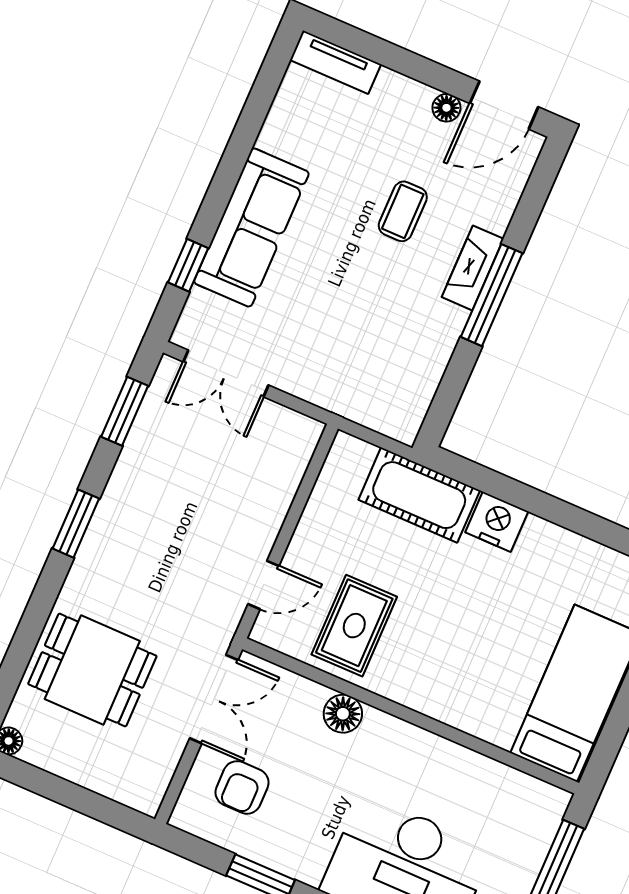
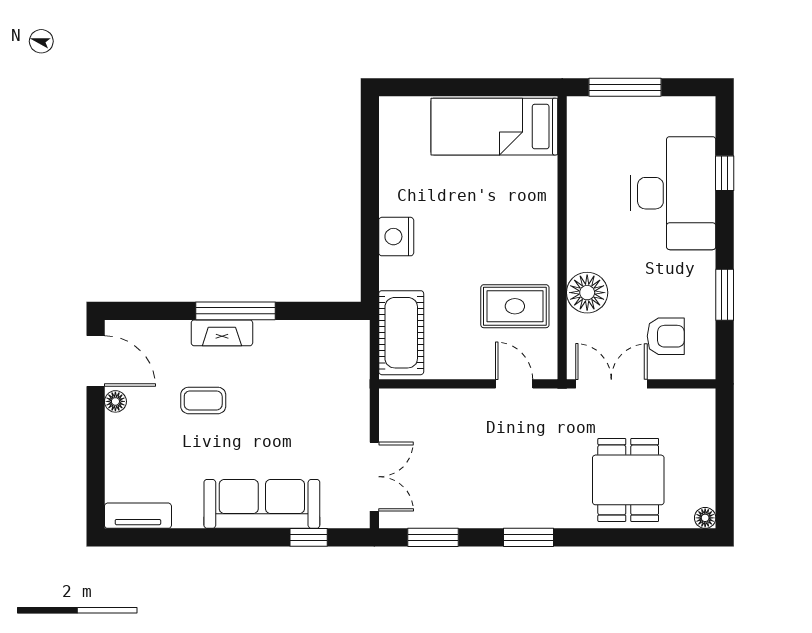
tv unit: (336, 62) -> (138, 516), moved, turned -90
cot: (419, 495) -> (401, 333), moved
floor lamp: (343, 714) -> (587, 293), width x1.38, depth x1.38

